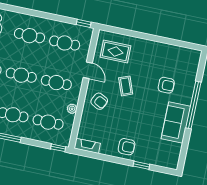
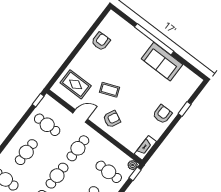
cafe table: (65, 43) -> (47, 125), turned 90
rug: (115, 51) -> (76, 84), turned 90
armchair: (166, 85) -> (101, 41), moved
plant: (72, 109) -> (133, 165), moved
cafe table: (48, 122) -> (109, 172), turned 90

